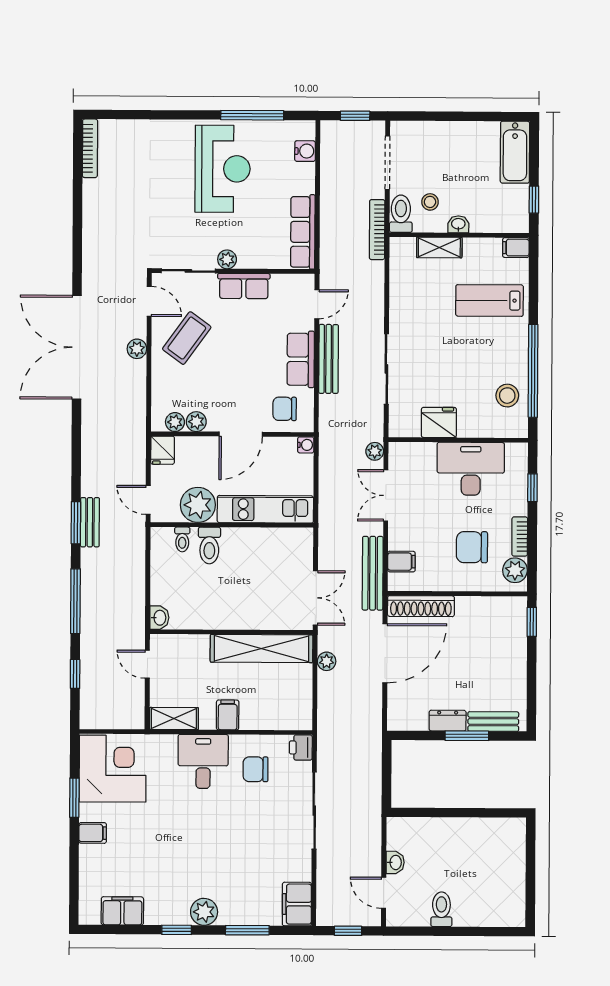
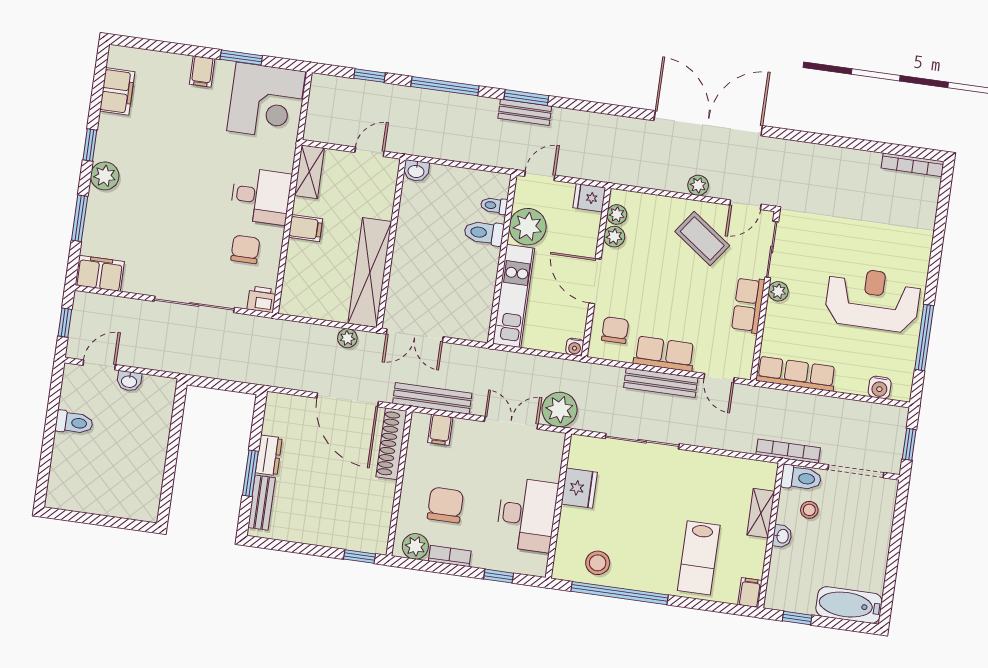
reception desk: (223, 169) -> (873, 299), turned 180
lab bench: (490, 300) -> (699, 558), turned 180
plant: (375, 451) -> (560, 410), width x1.88, depth x1.88

